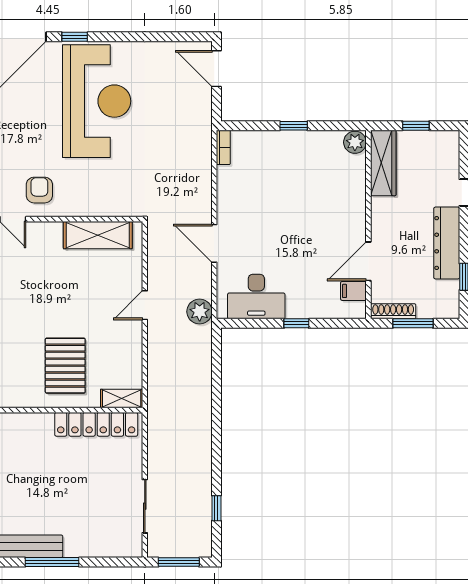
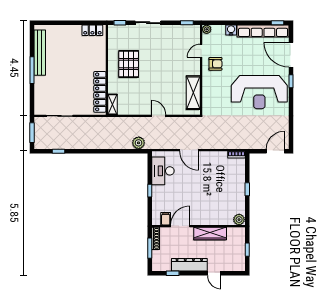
wardrobe: (383, 163) -> (210, 233), moved
door: (214, 243) -> (189, 150), swing flipped
door: (368, 261) -> (180, 226), hinge flipped
plant: (200, 312) -> (139, 143), moved
pallet: (65, 366) -> (129, 64), moved, turned 90

